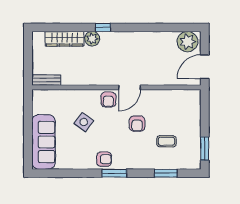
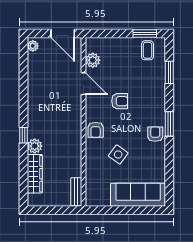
plant: (187, 42) -> (33, 46), width x0.53, depth x0.53
door: (130, 87) -> (83, 84), moved
plant: (178, 97) -> (93, 60), added
armchair: (108, 99) -> (96, 130), turned 90
coffee table: (166, 141) -> (147, 50), moved

